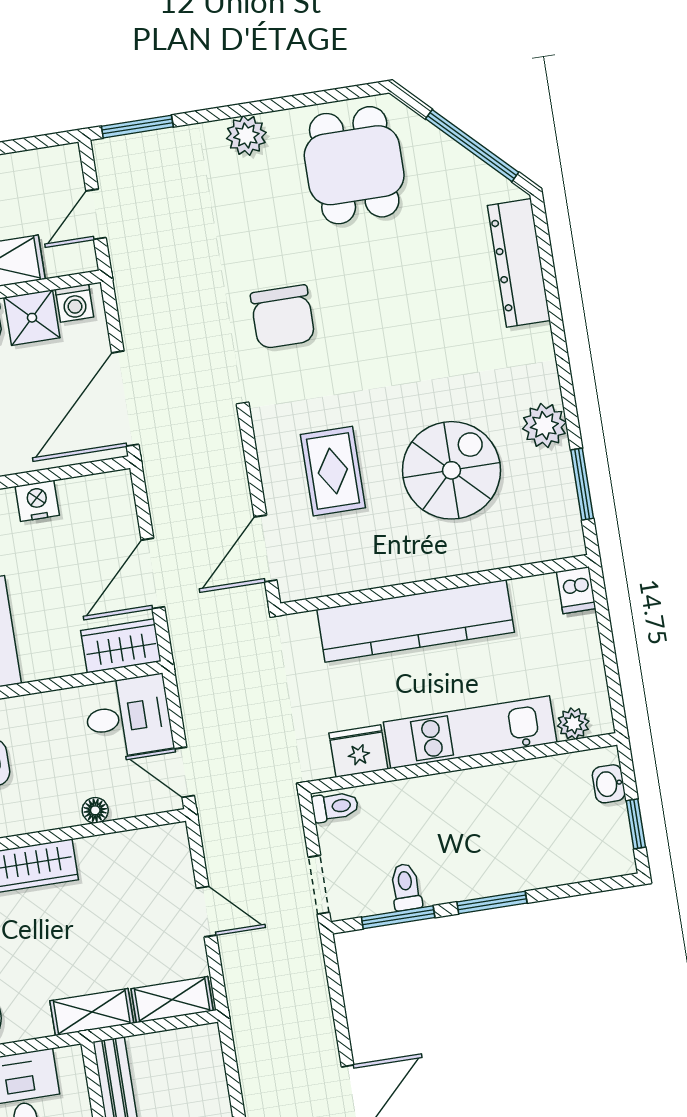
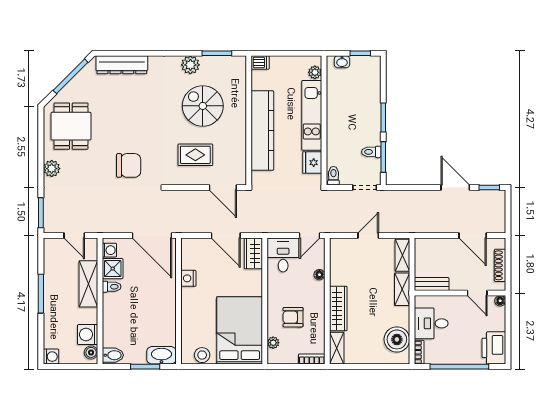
dining table: (354, 165) -> (71, 126), turned 90

